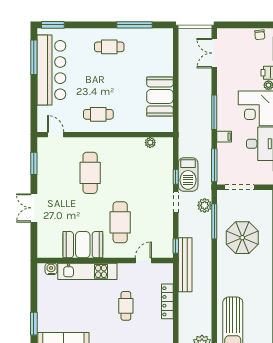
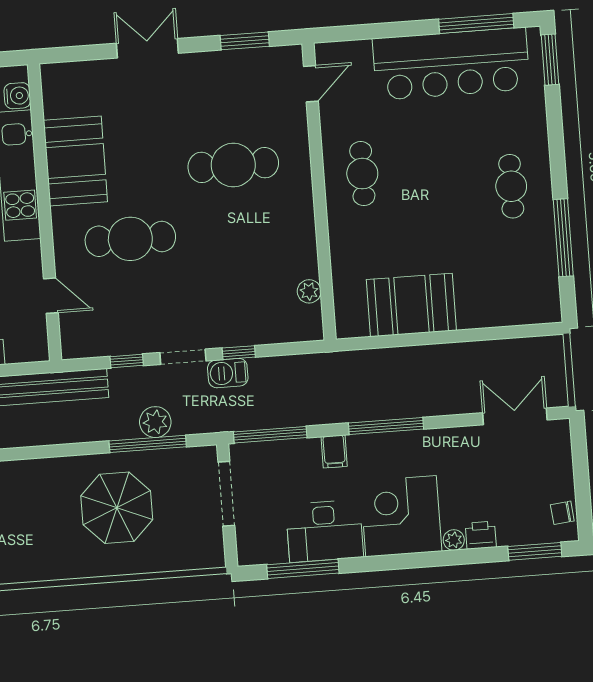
barbecue: (188, 175) -> (228, 373), width x0.53, depth x0.65
plant: (205, 205) -> (155, 422), moved
window: (176, 246) -> (127, 361), moved

